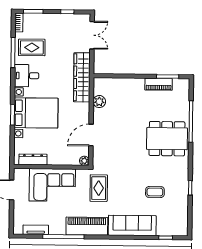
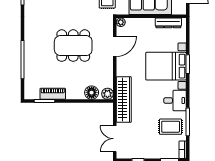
floor lamp: (117, 85) -> (92, 93), added
plant: (99, 102) -> (107, 94), moved
dining table: (167, 139) -> (73, 46), moved

